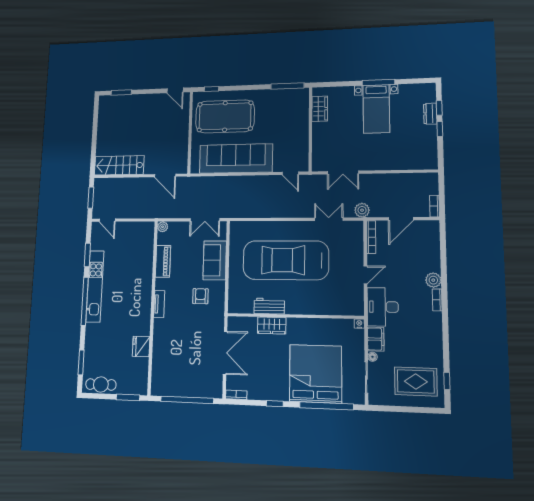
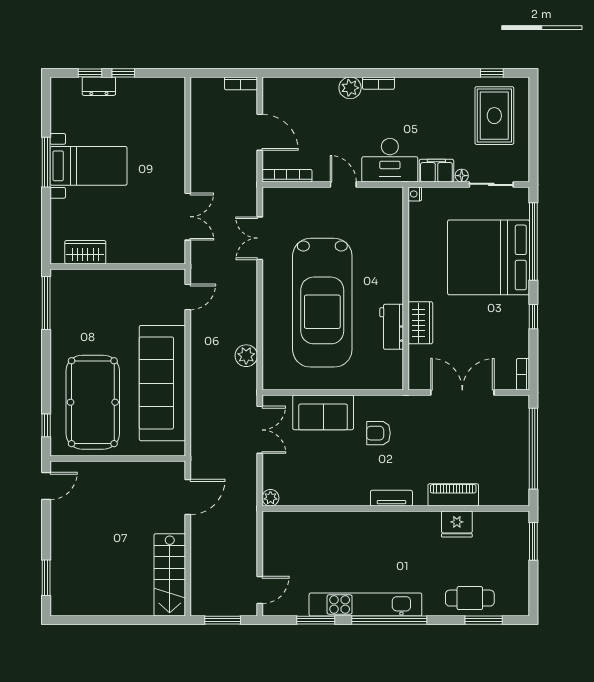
plant: (362, 210) -> (246, 356), moved
piano: (163, 261) -> (453, 495), moved
cafe table: (101, 384) -> (470, 598), moved, turned 90

